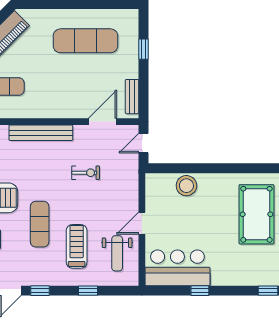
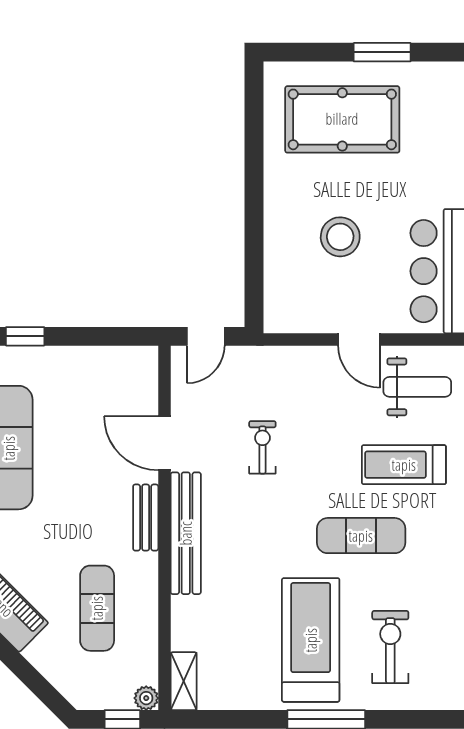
bench: (132, 97) -> (146, 518), moved, turned 90
door: (102, 122) -> (164, 443), moved
door: (143, 143) -> (206, 336), hinge flipped
stool: (186, 186) -> (340, 237), moved

